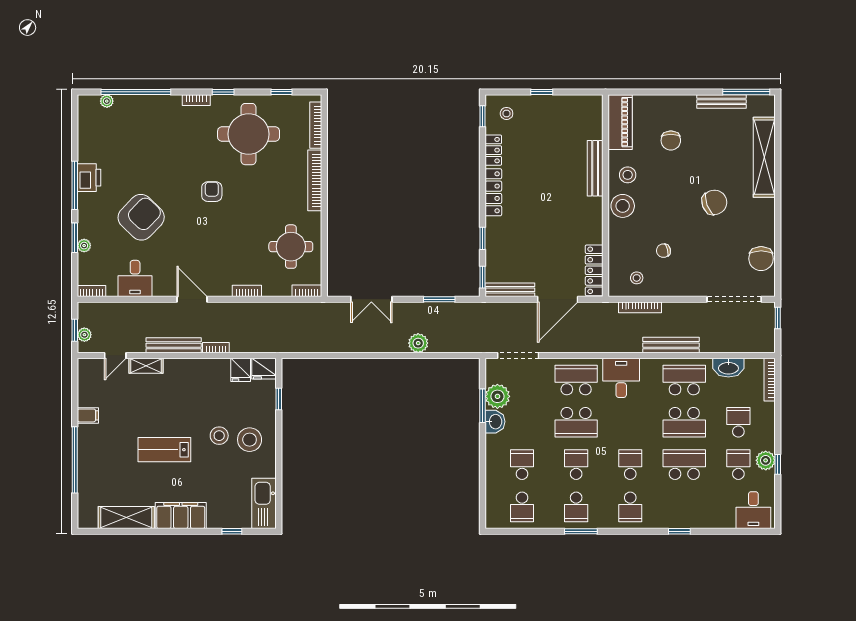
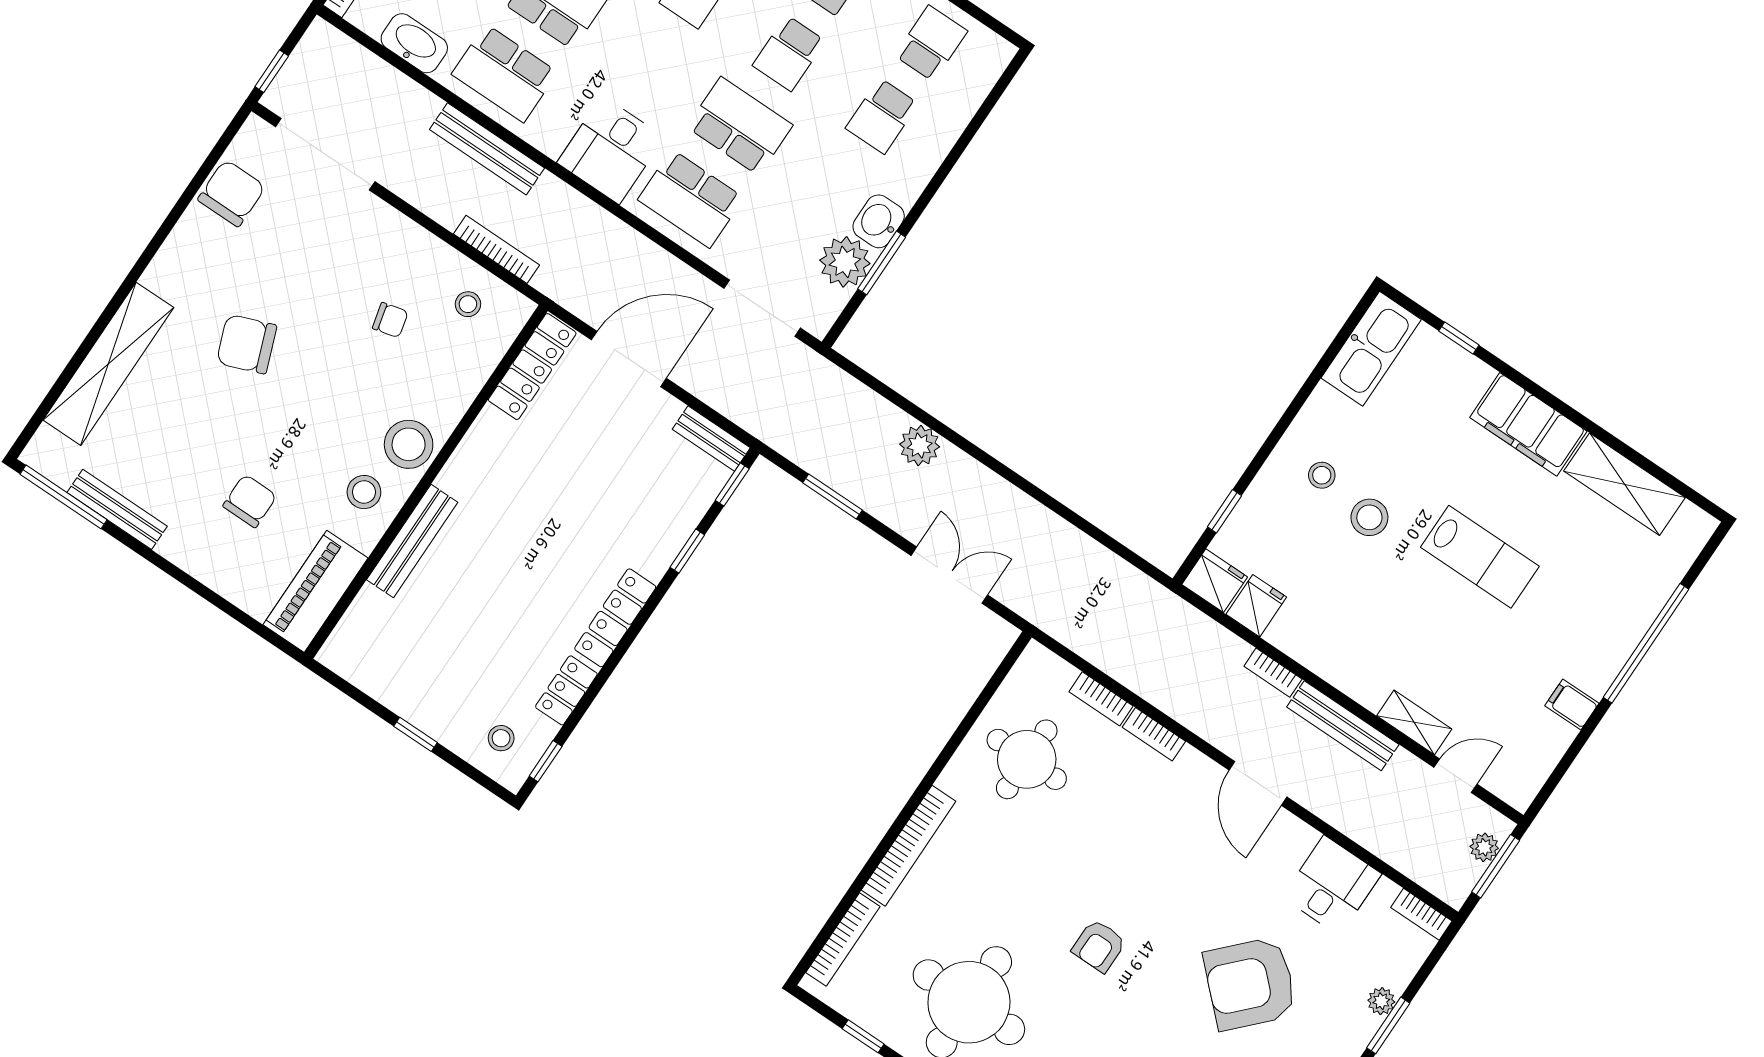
bench: (510, 290) -> (711, 439), width x0.73
bookcase: (307, 291) -> (1101, 699), moved
window: (75, 330) -> (1496, 866), width x1.50
stool: (250, 440) -> (1322, 475), width x0.53, depth x0.53

